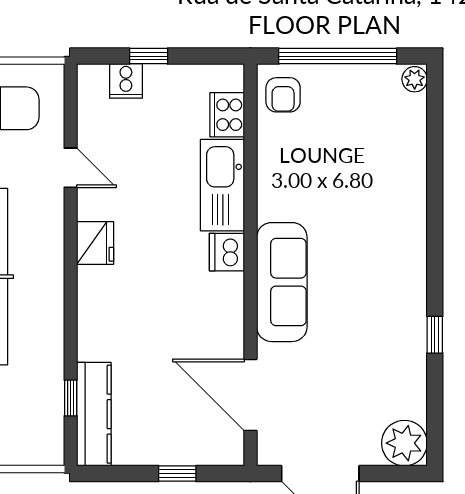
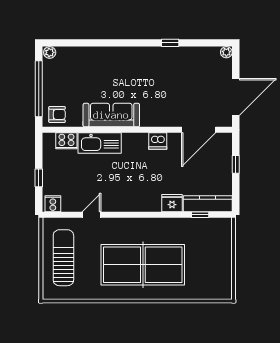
cooker: (126, 81) -> (53, 204), moved, turned -90
fridge: (95, 243) -> (172, 203), moved
dishwasher: (227, 252) -> (158, 141), moved
sofa: (282, 282) -> (111, 115), moved
plant: (404, 443) -> (226, 52), width x0.53, depth x0.53

